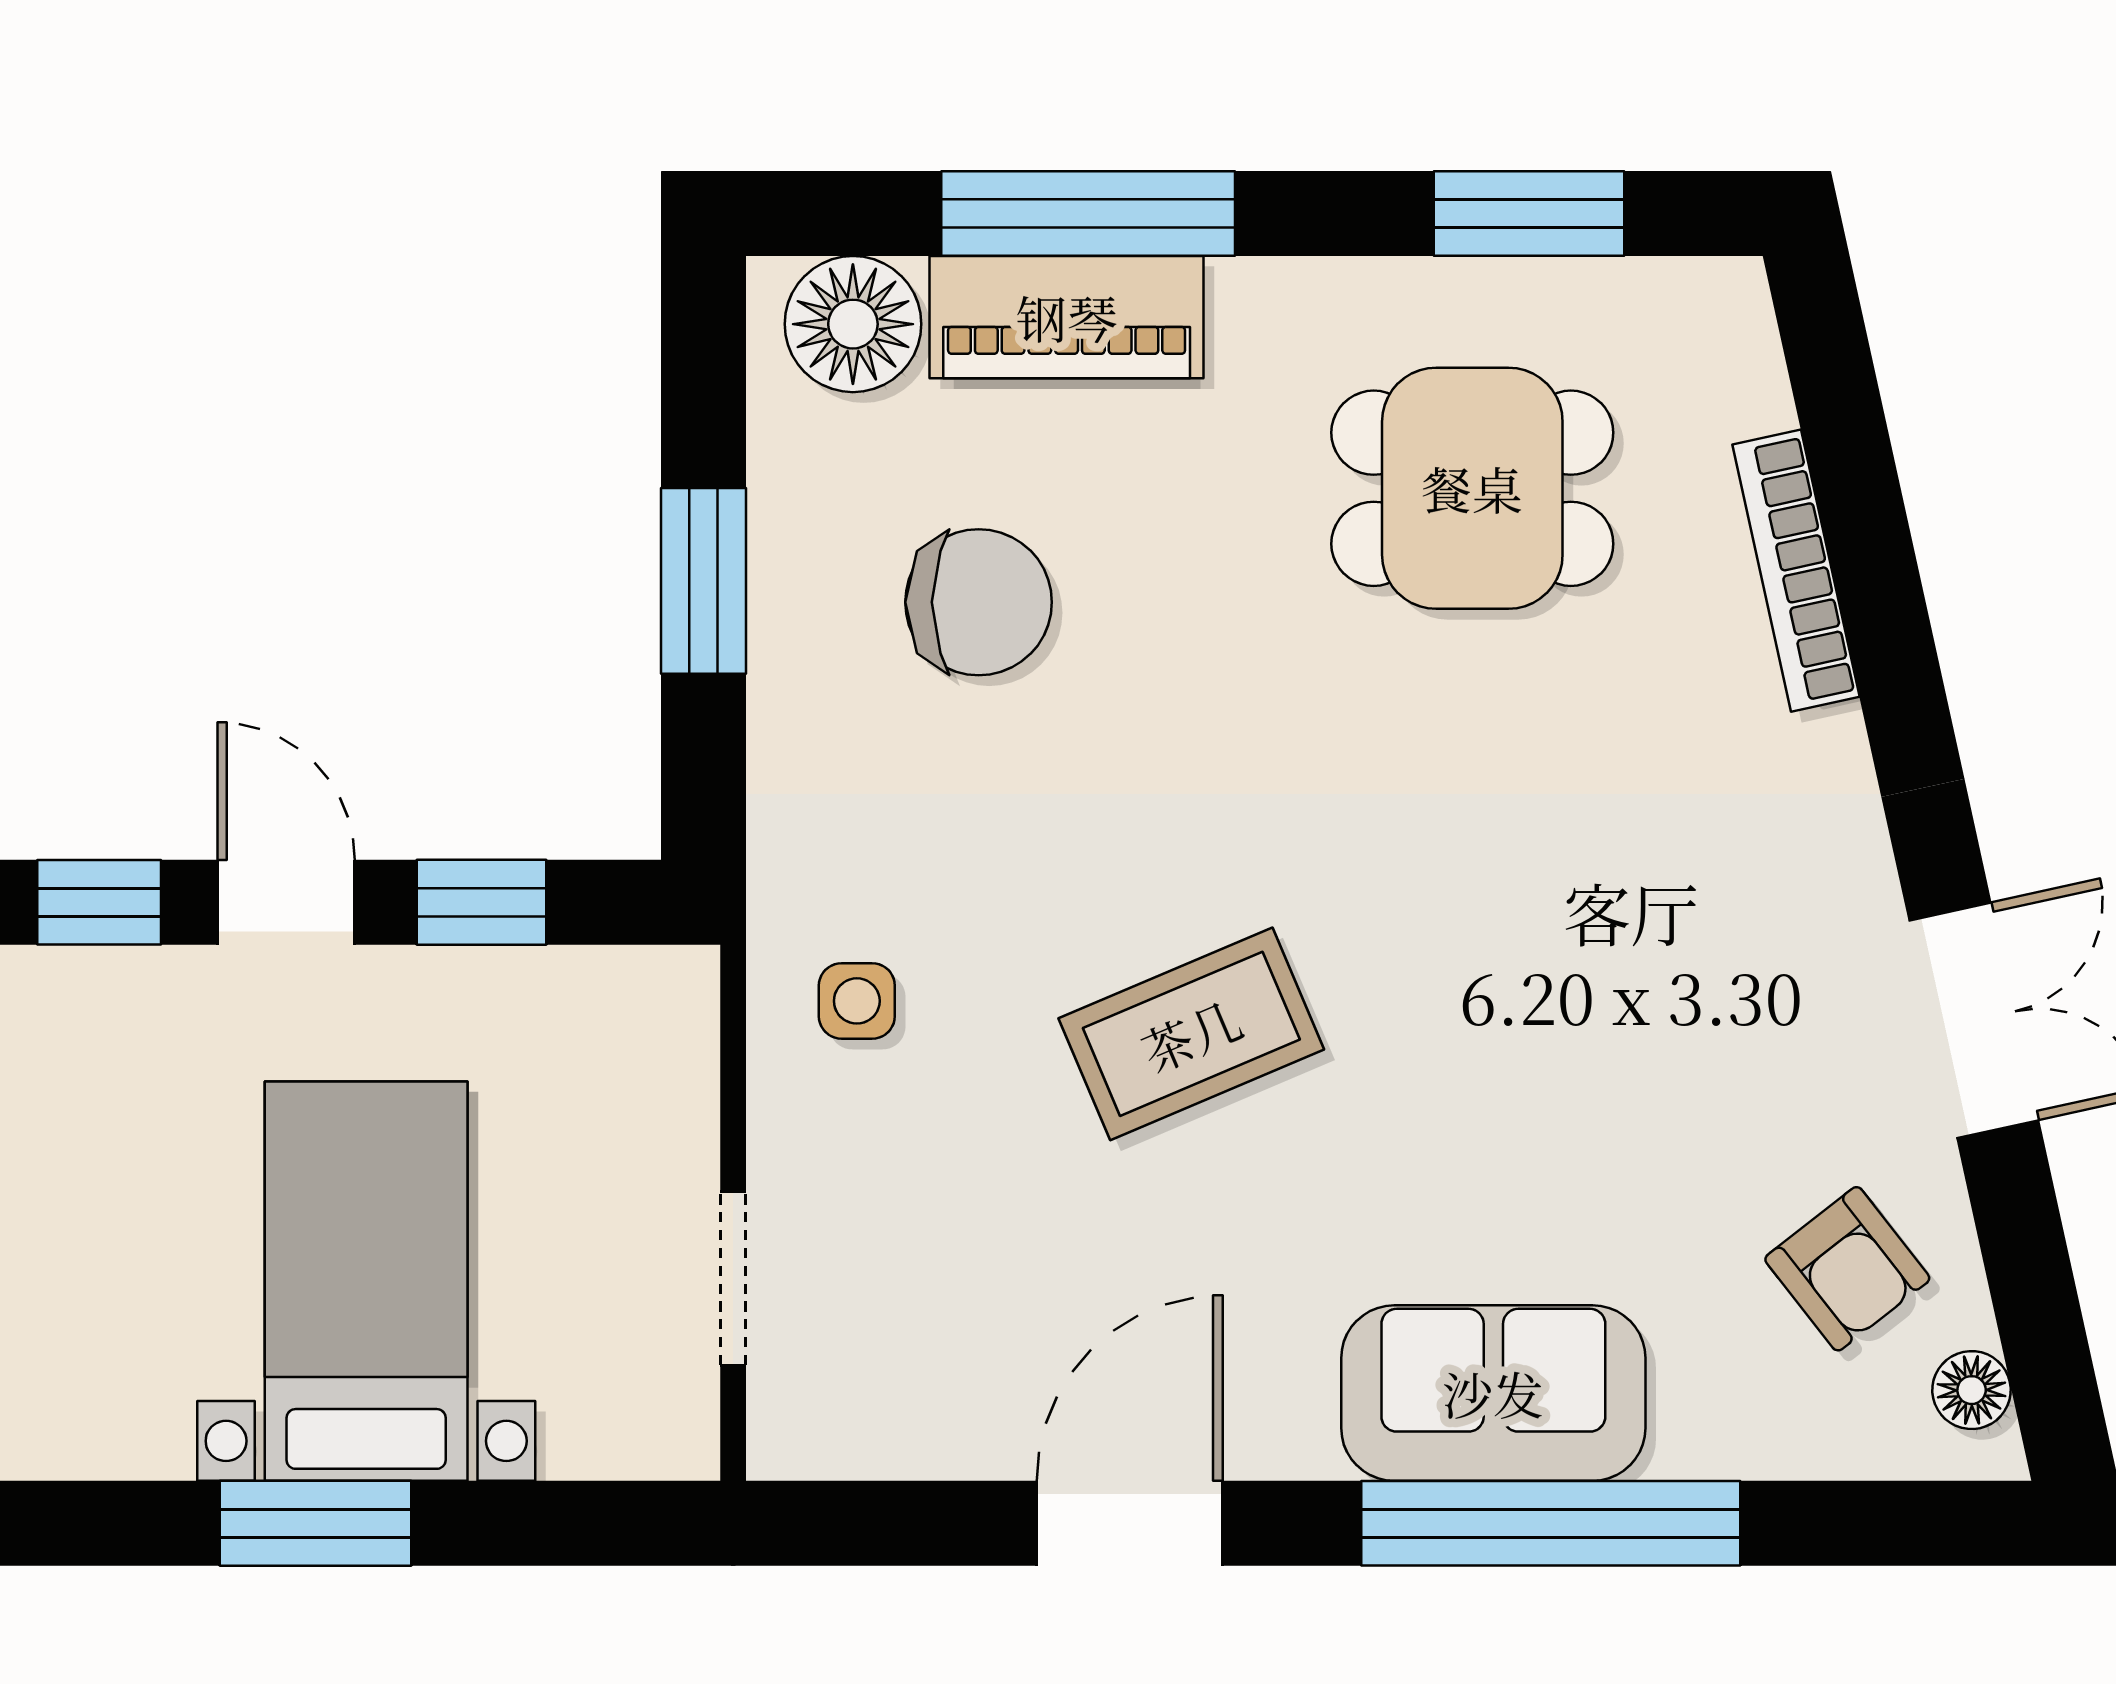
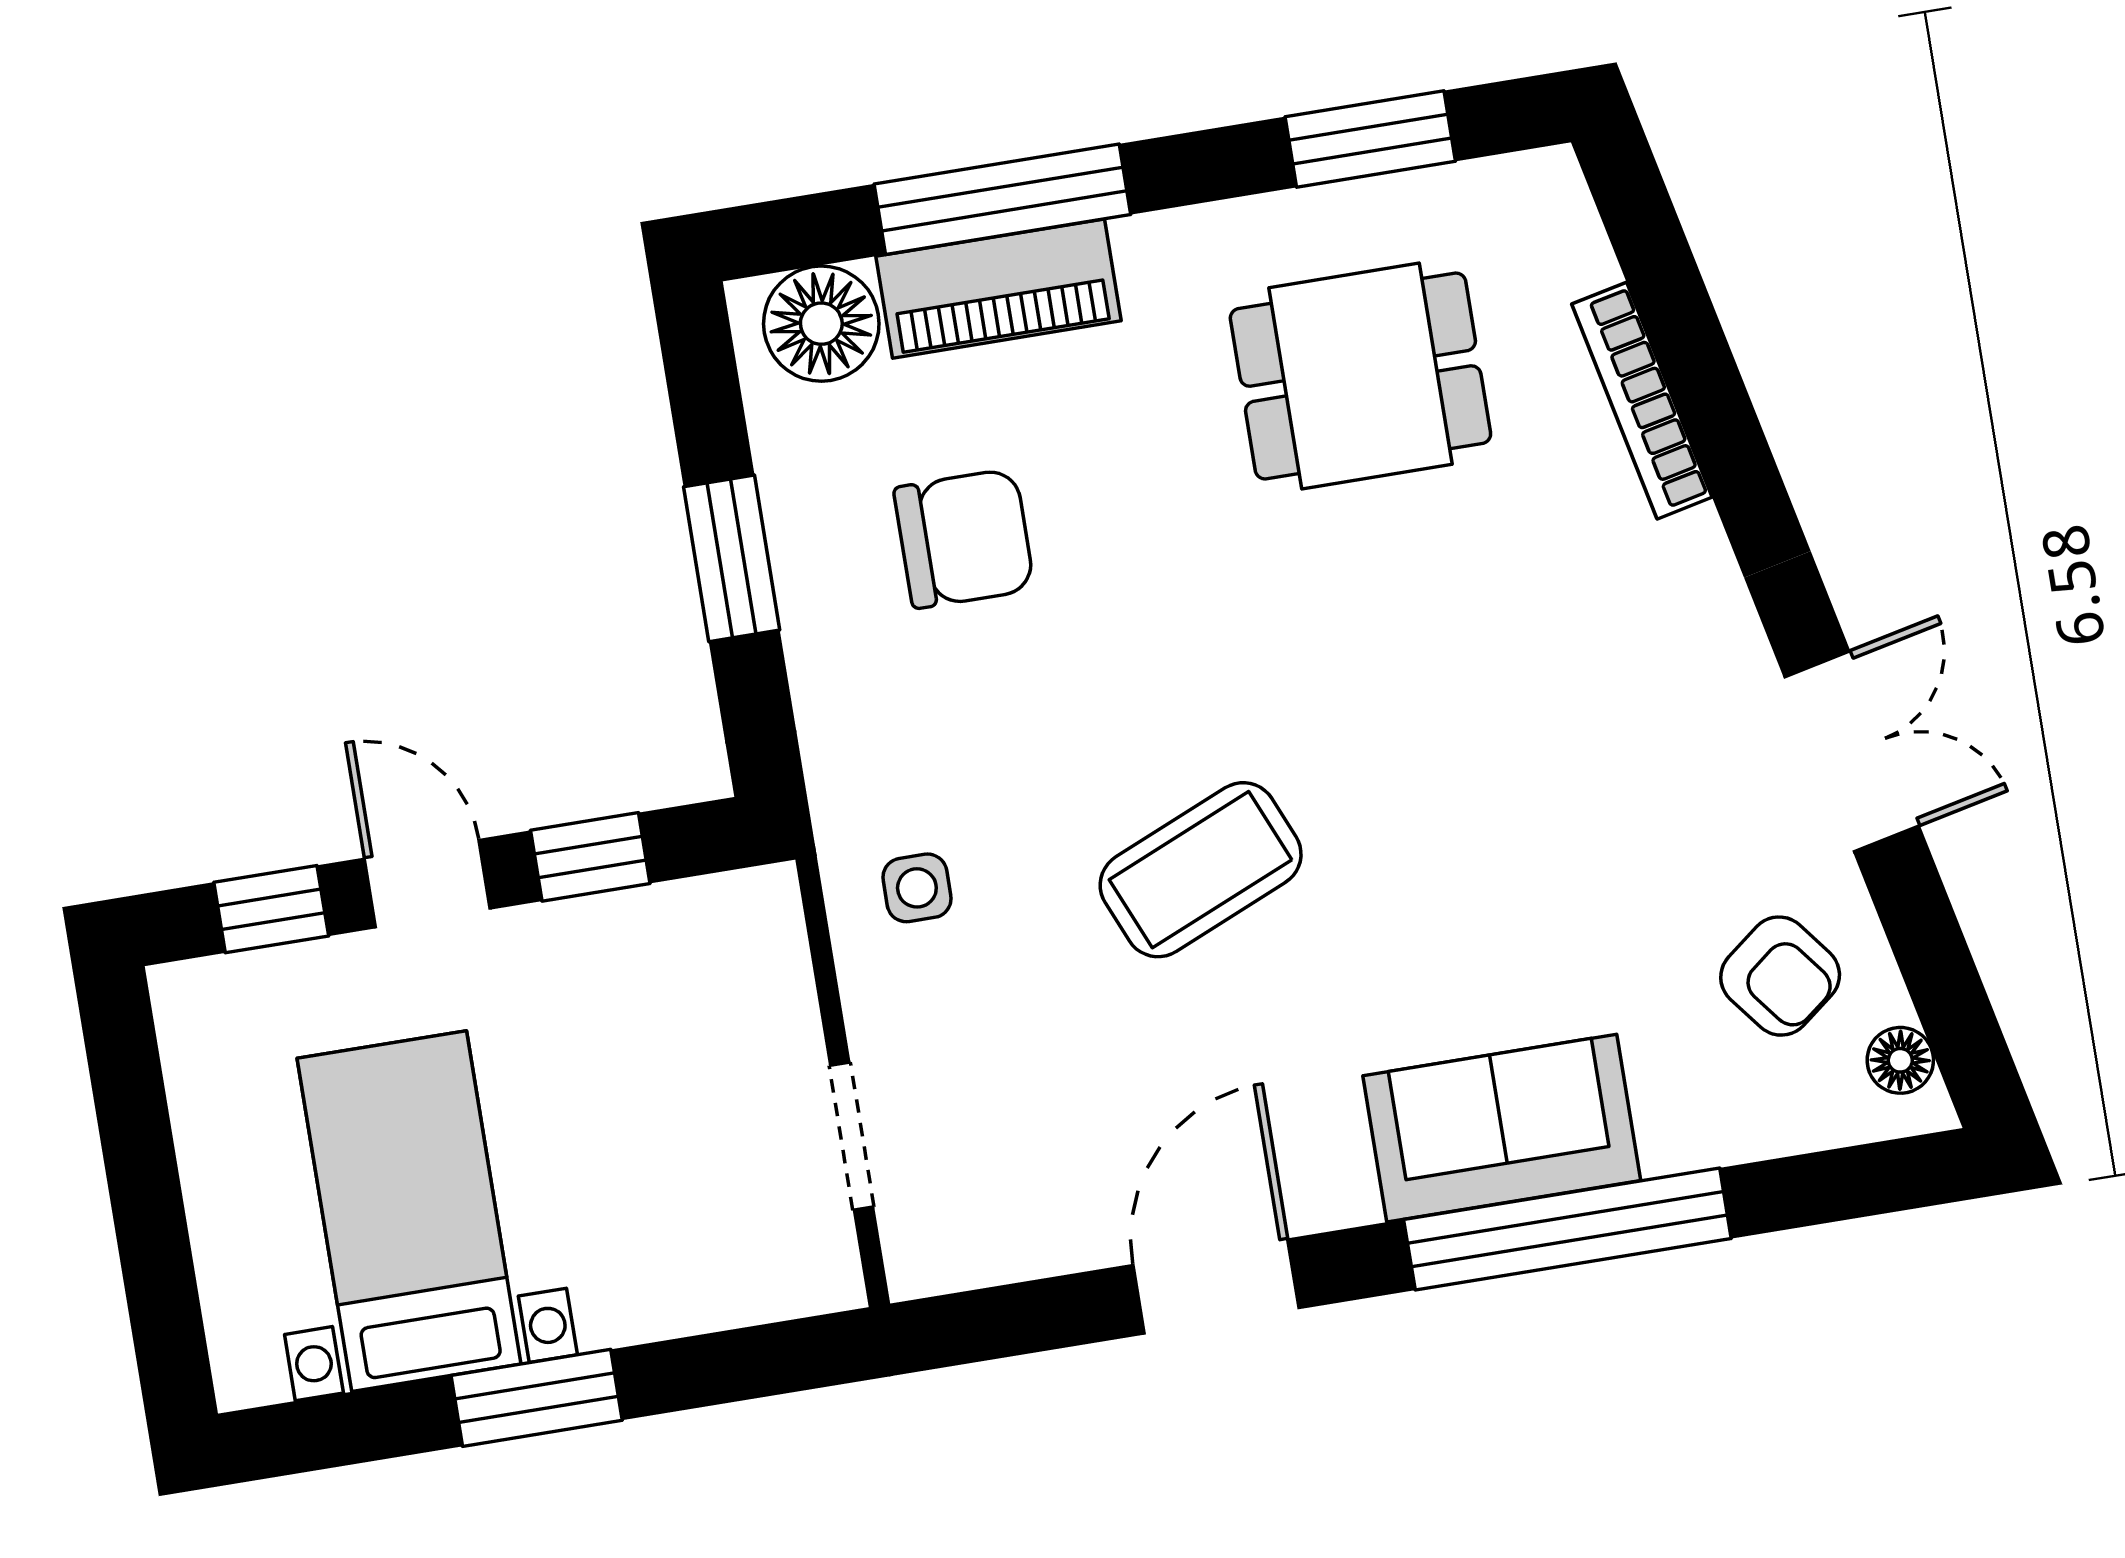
bed with nightstands: (366, 1281) -> (409, 1211), moved

